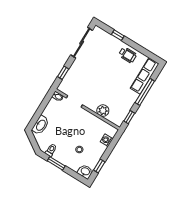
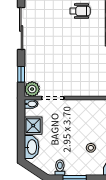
plant: (103, 111) -> (32, 89), moved
shower: (50, 112) -> (33, 126), added

